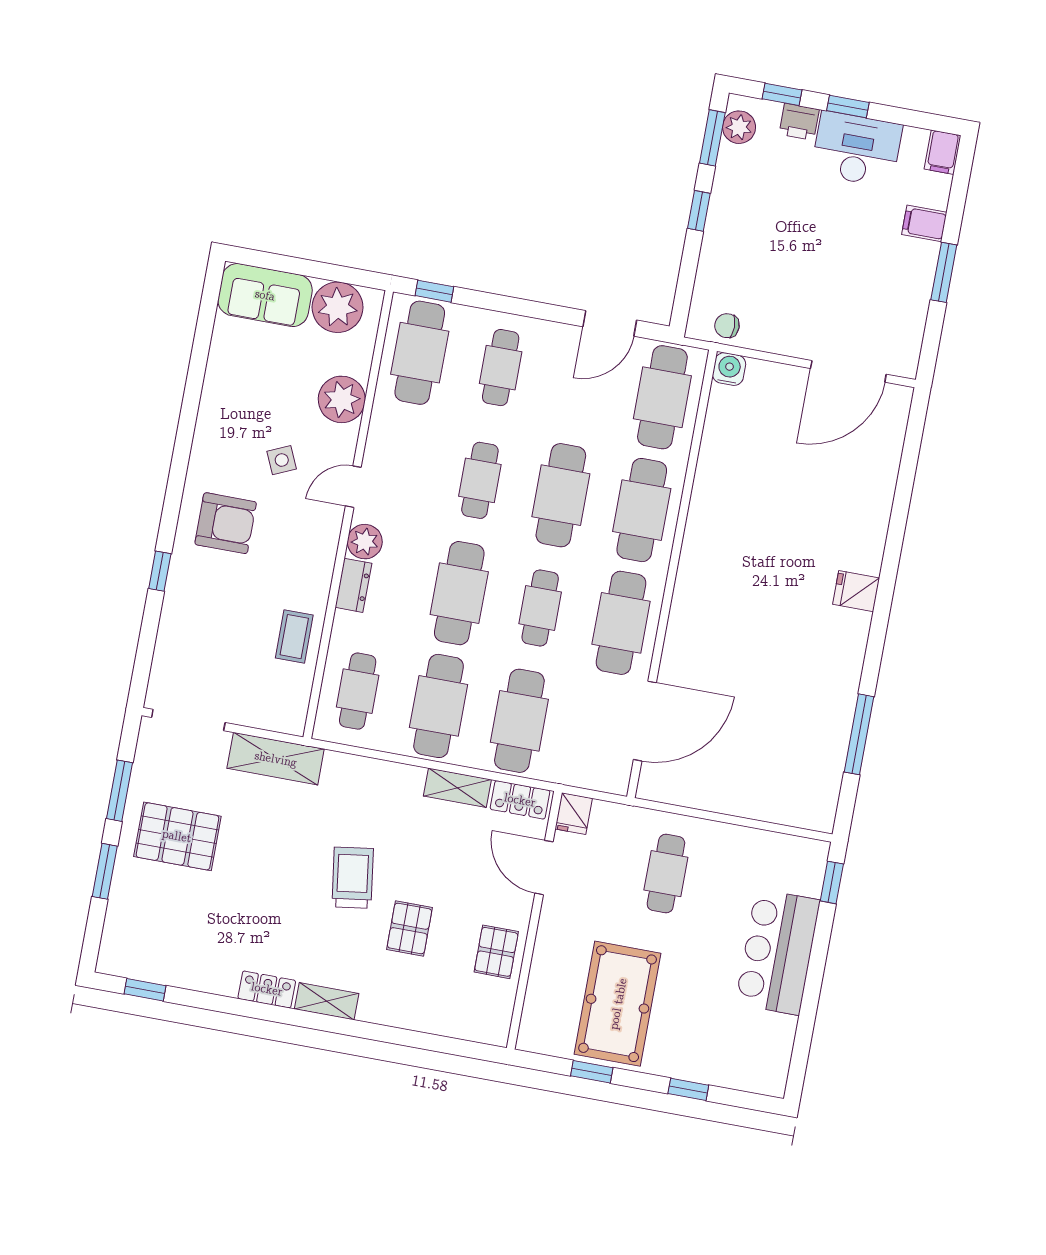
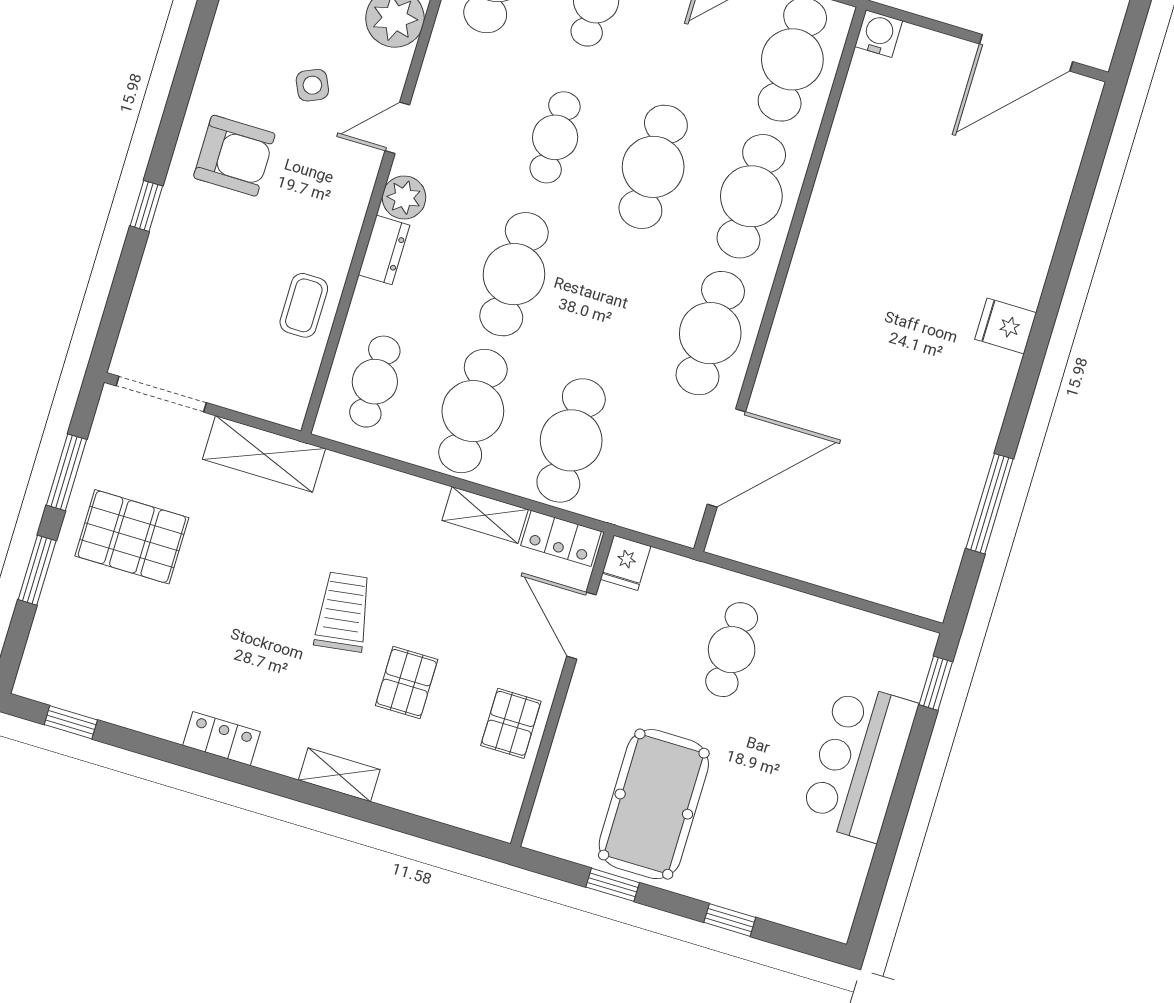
cafe table: (540, 608) -> (612, 304), removed
shelving: (327, 1001) -> (339, 775), moved

